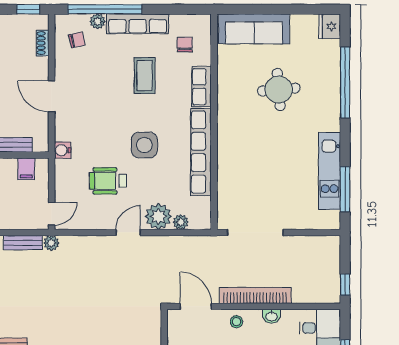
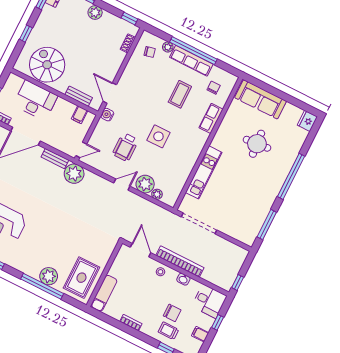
window: (105, 9) -> (193, 51), moved
window: (345, 82) -> (291, 176), moved
door: (52, 96) -> (110, 93), moved
row of seats: (201, 152) -> (191, 158), removed
kitchen unit: (330, 171) -> (204, 172), moved, turned 180
wheelchair: (108, 181) -> (125, 147), turned -90
plant: (51, 243) -> (74, 174), width x1.87, depth x1.87

